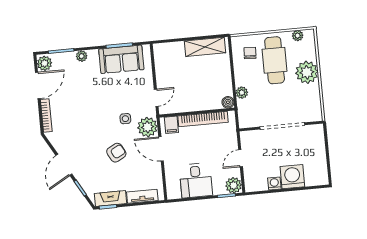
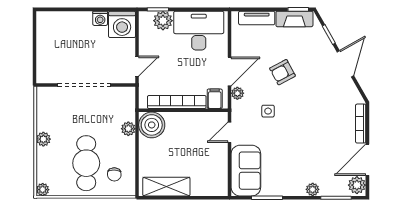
plant: (298, 36) -> (43, 190), moved
sofa: (121, 59) -> (246, 171), moved, turned 90
plant: (307, 72) -> (43, 139), width x0.53, depth x0.53
boiler: (228, 102) -> (152, 125), width x1.86, depth x1.86
plant: (147, 127) -> (237, 93), width x0.53, depth x0.53
door: (161, 149) -> (229, 72), hinge flipped
door: (241, 158) -> (137, 66), moved
washing machine: (292, 177) -> (122, 24), moved
desk: (196, 180) -> (199, 31), width x1.37
plant: (234, 185) -> (163, 21), moved

